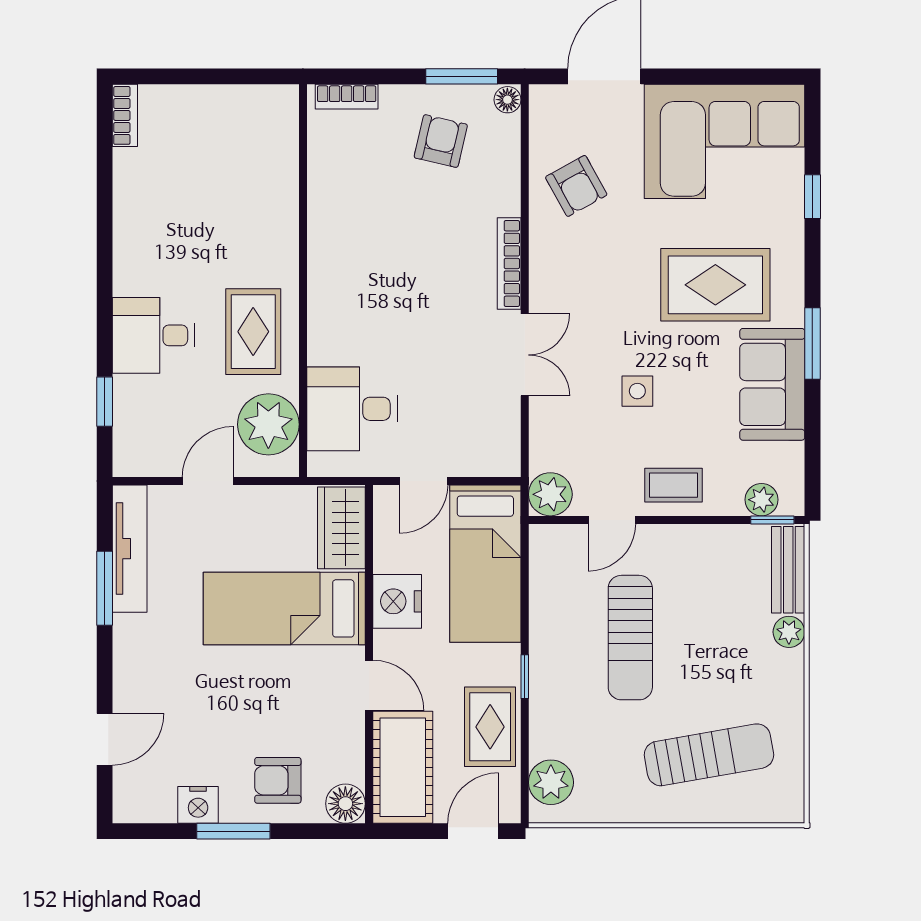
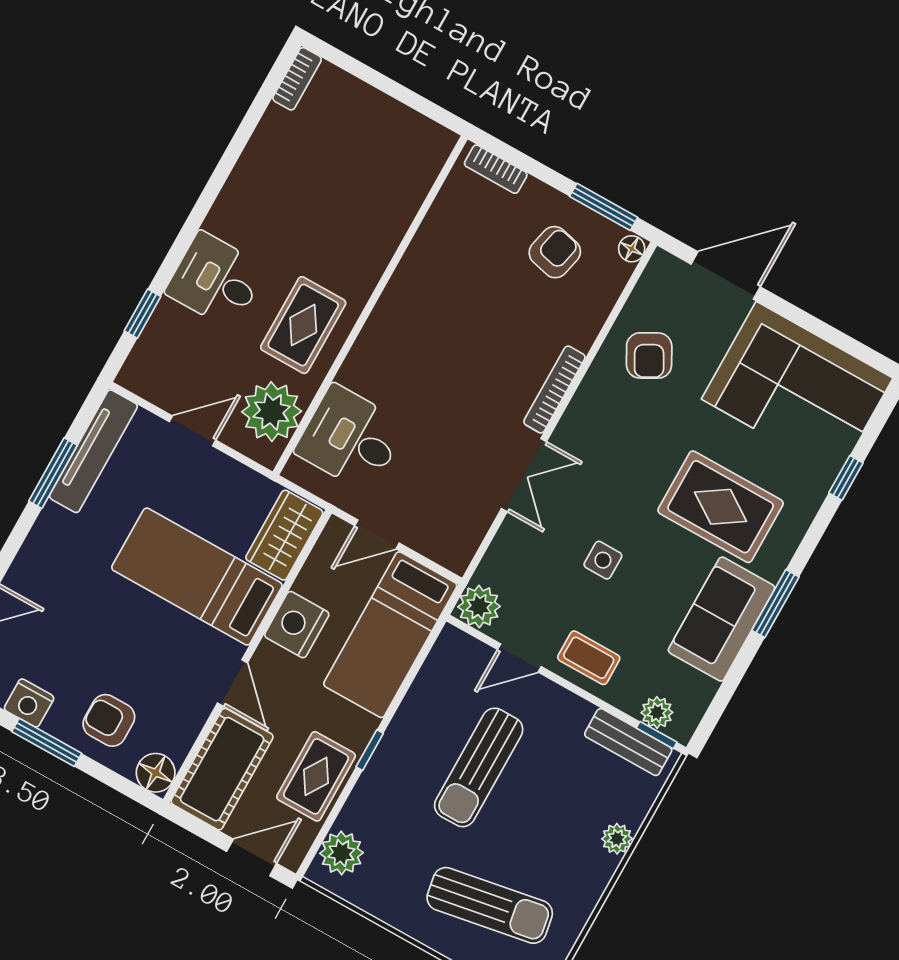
bench: (788, 570) -> (628, 742), moved, turned 90

